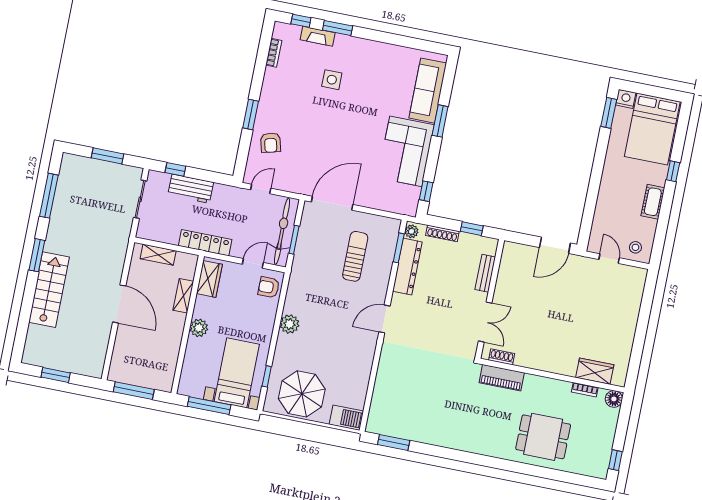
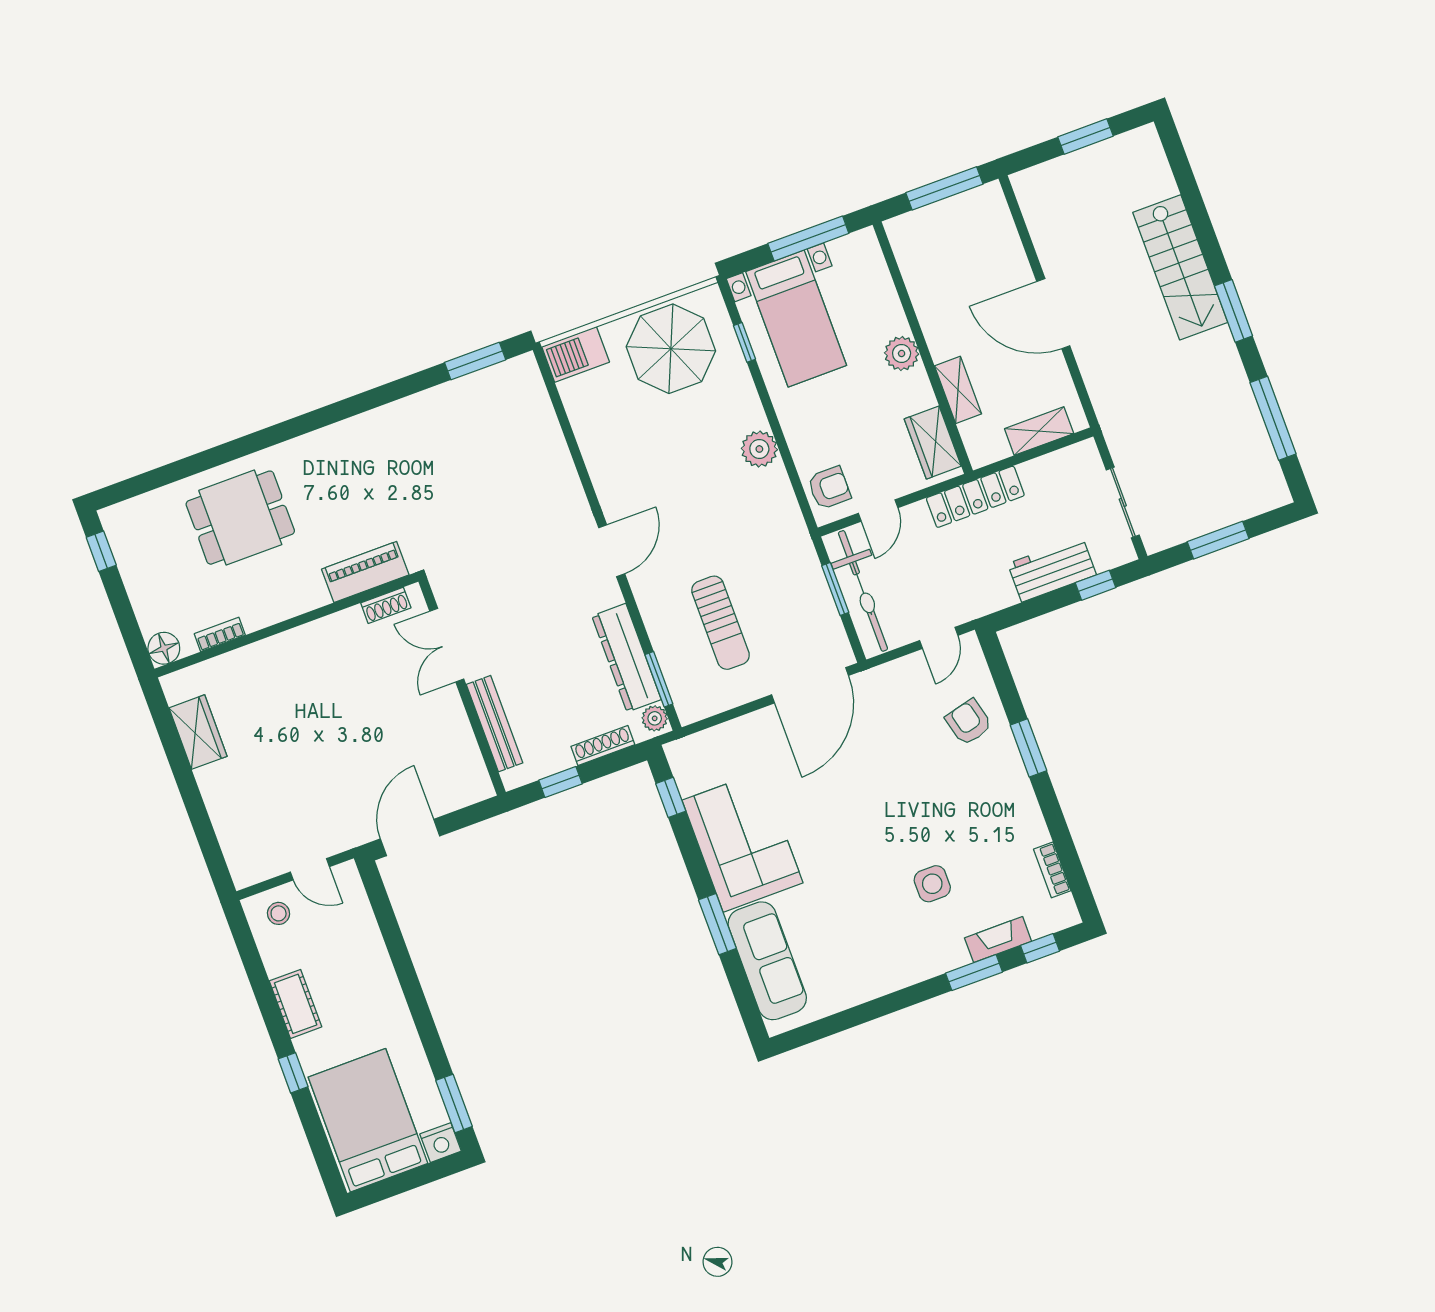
bench: (485, 273) -> (495, 724), width x1.36
wardrobe: (595, 371) -> (198, 732), moved, turned -90

